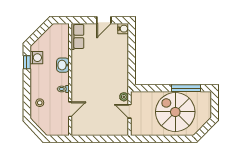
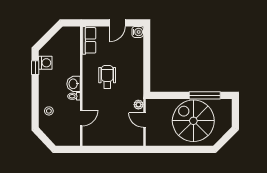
washbasin: (63, 65) -> (74, 84), moved
wheelchair: (94, 71) -> (107, 77), added

